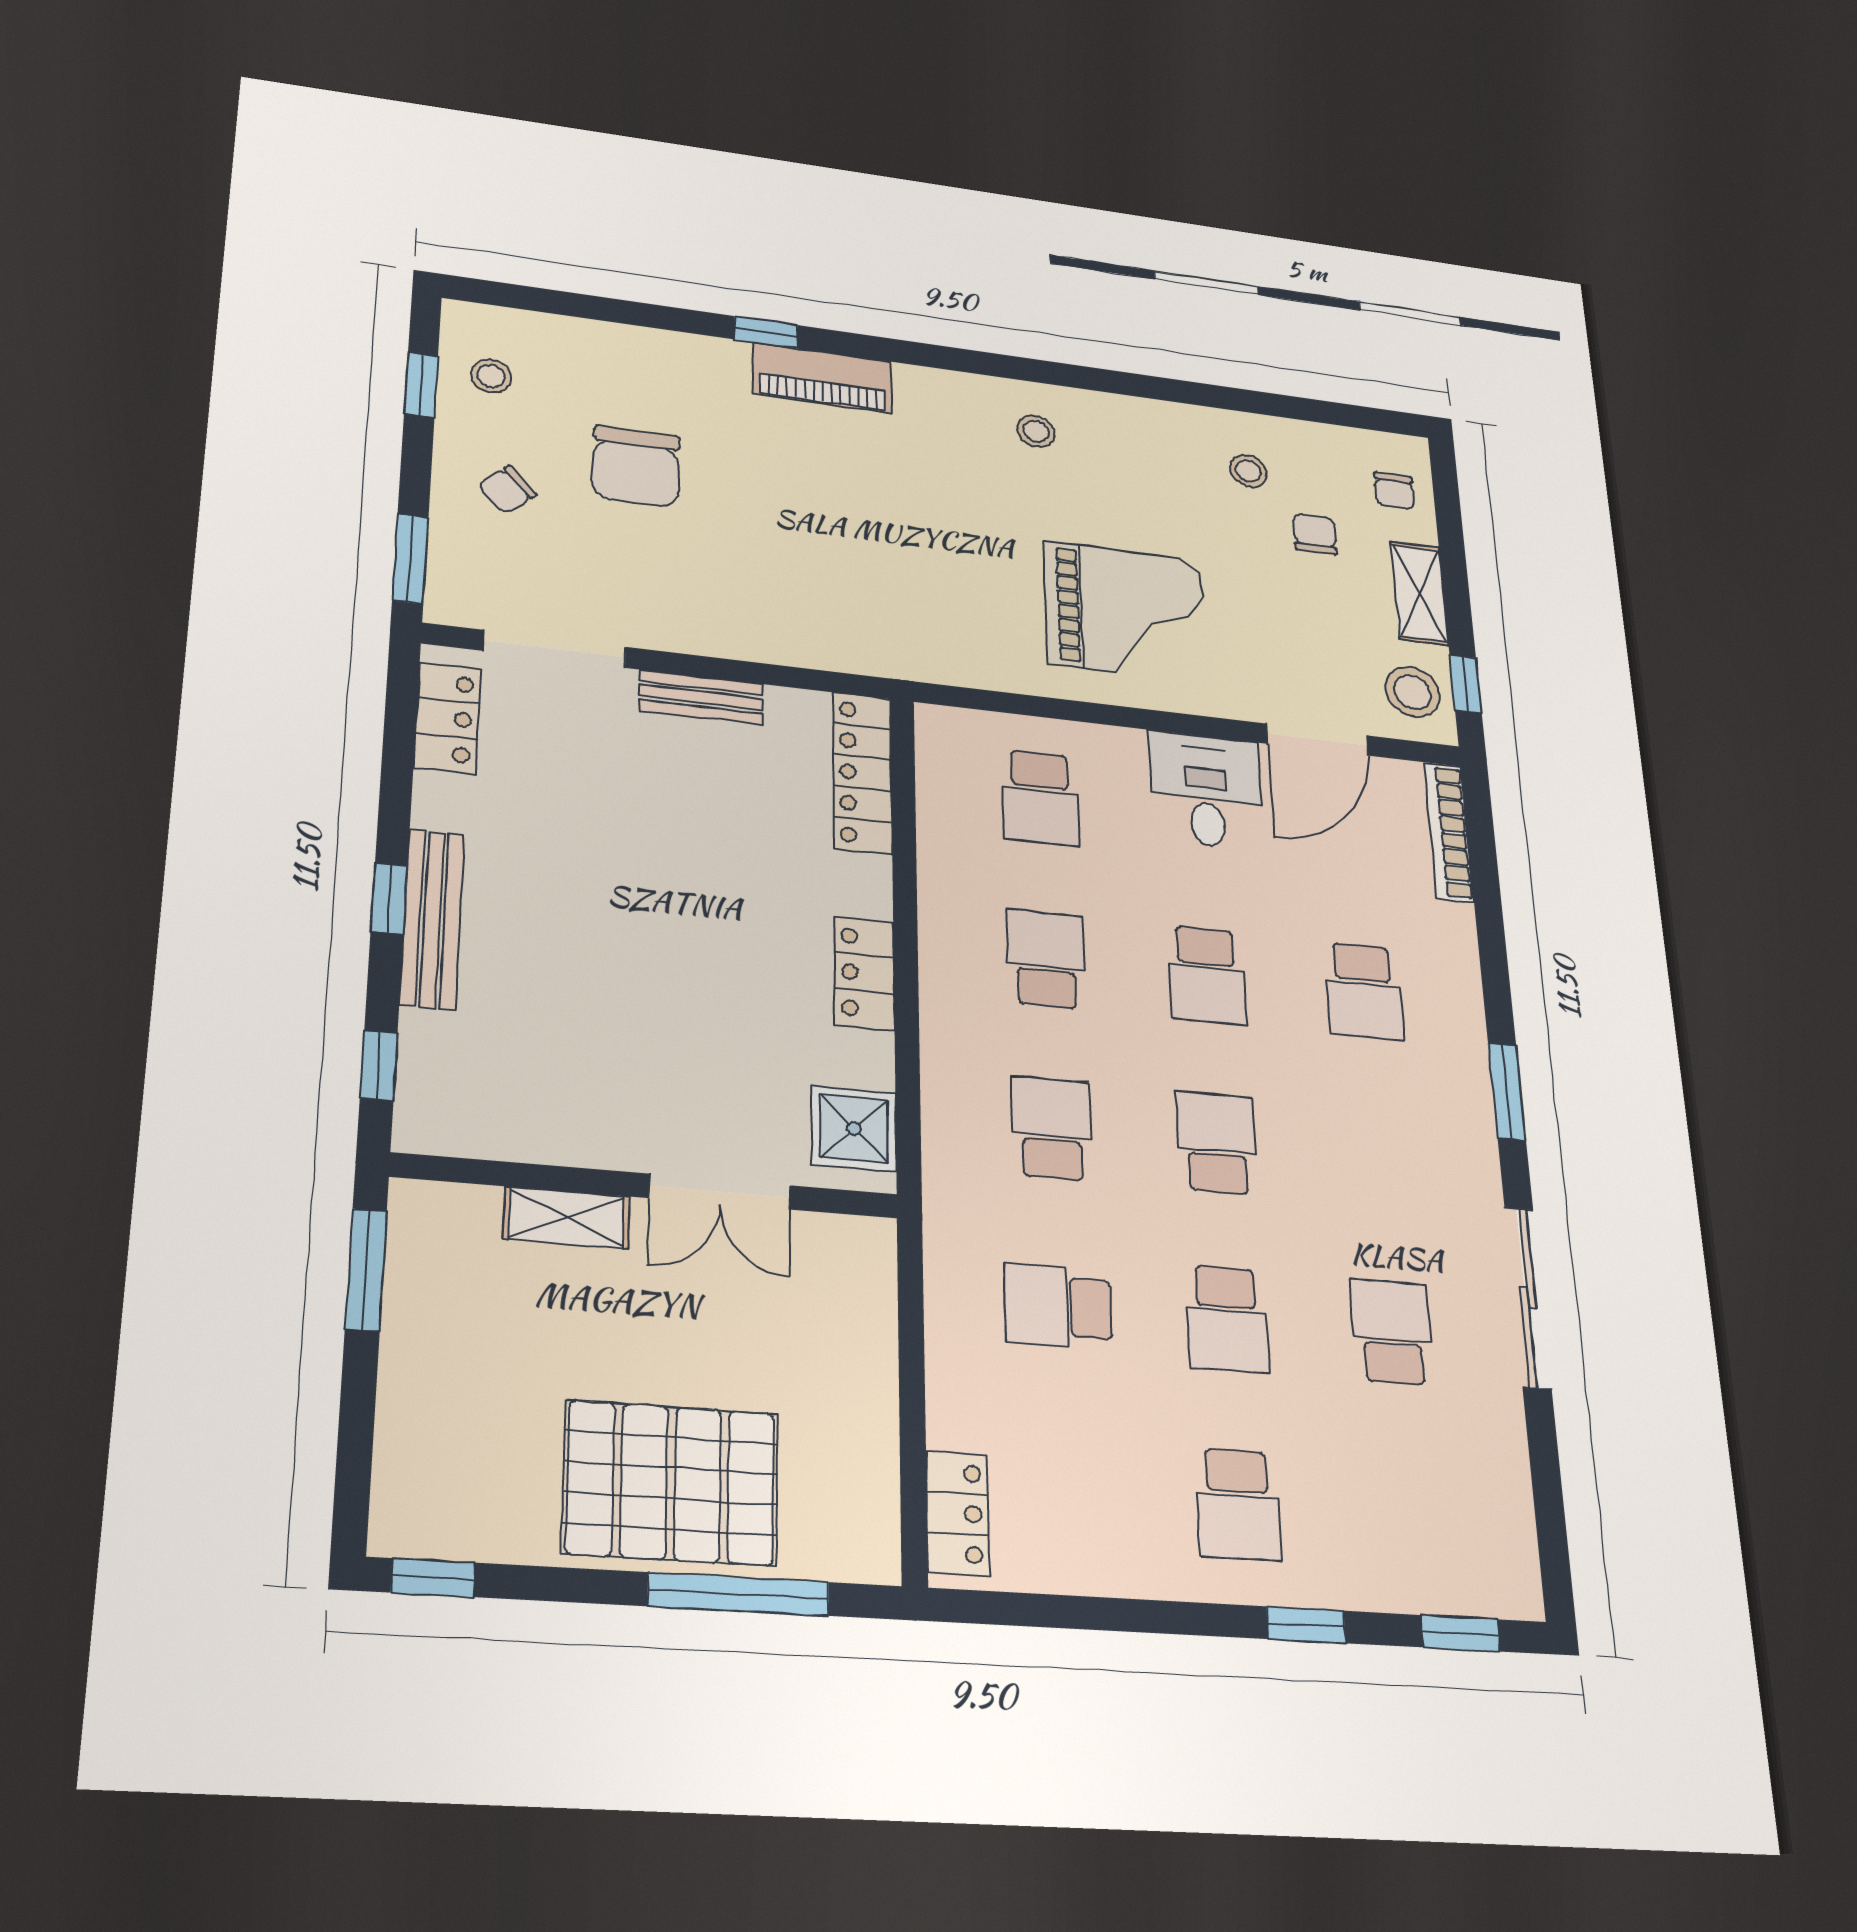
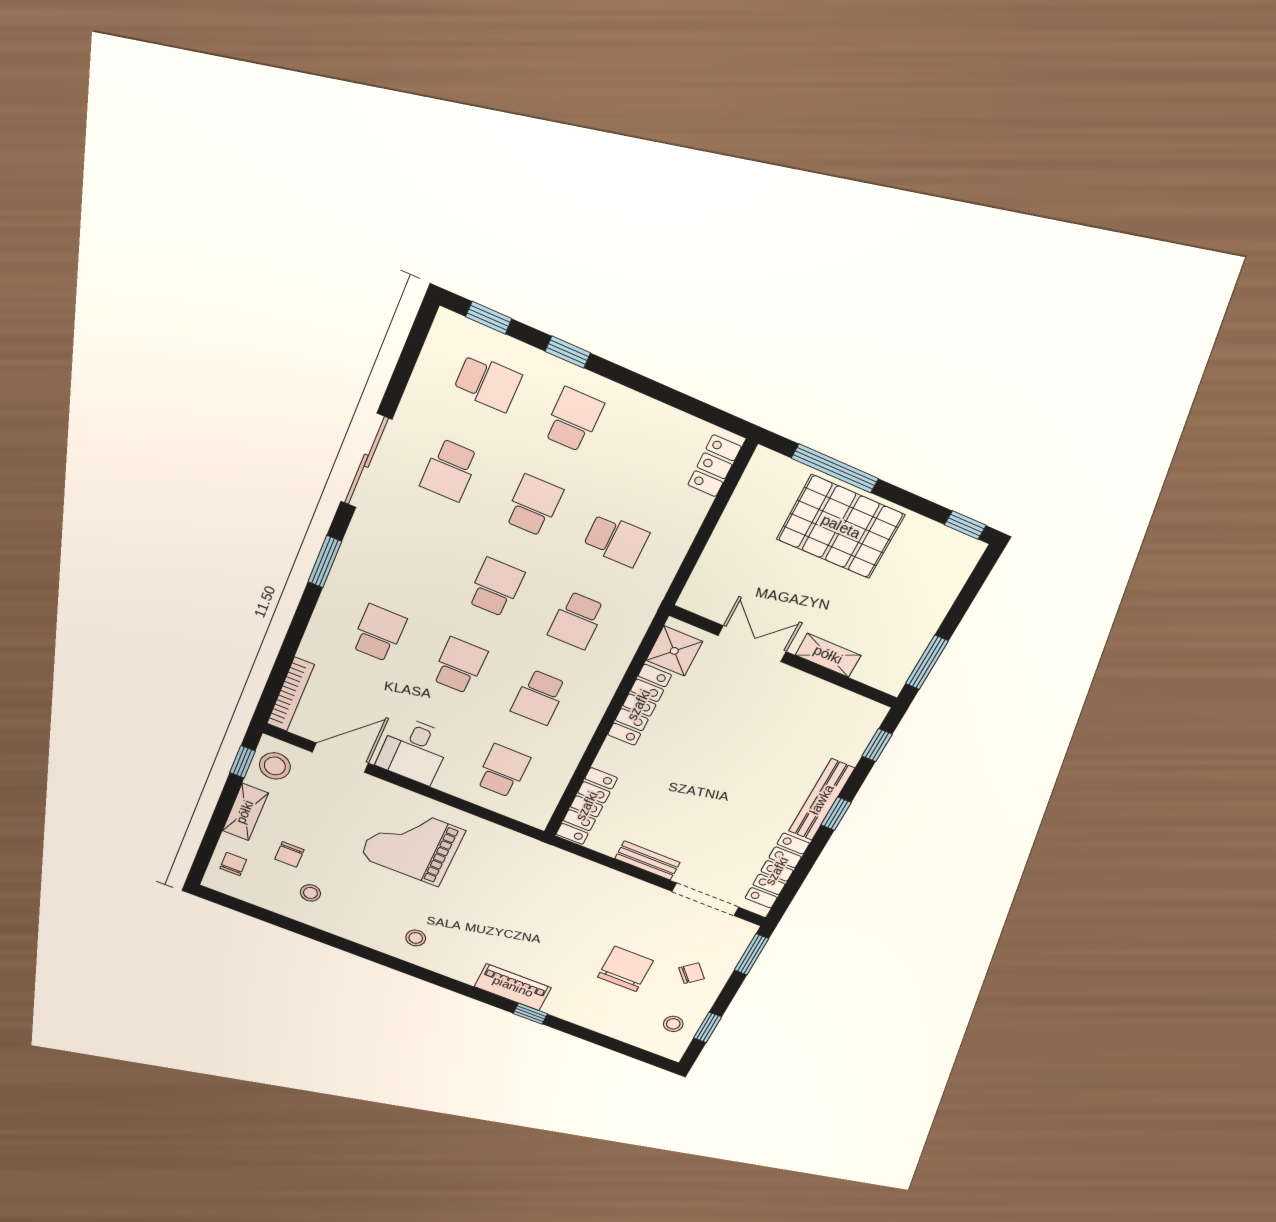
locker: (447, 718) -> (777, 871), width x1.53
locker: (864, 973) -> (639, 705), width x1.53
school desk: (1217, 1143) -> (496, 587), turned 180
school desk: (1407, 1515) -> (488, 383), added

